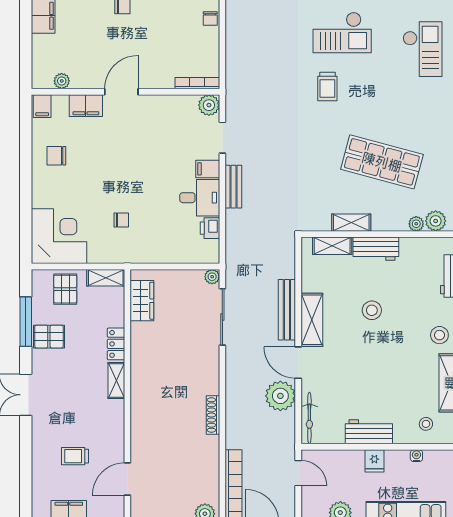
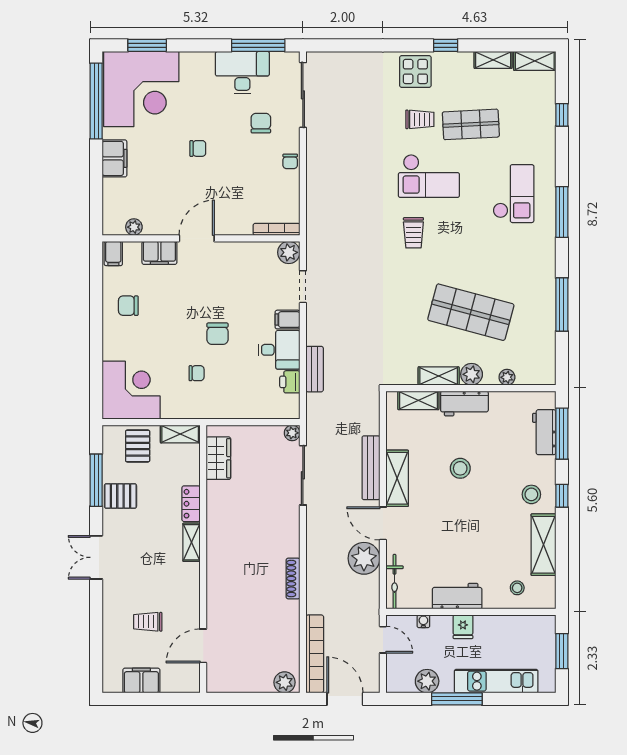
chair: (141, 182) -> (217, 334), added
bench: (233, 187) -> (315, 369), moved
plant: (436, 221) -> (472, 374), moved
water cooler: (416, 456) -> (423, 621), moved

